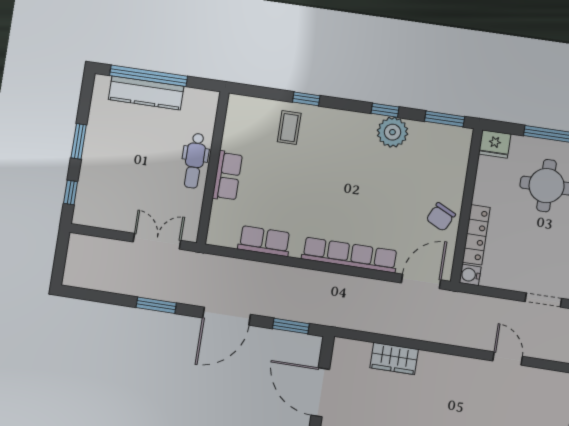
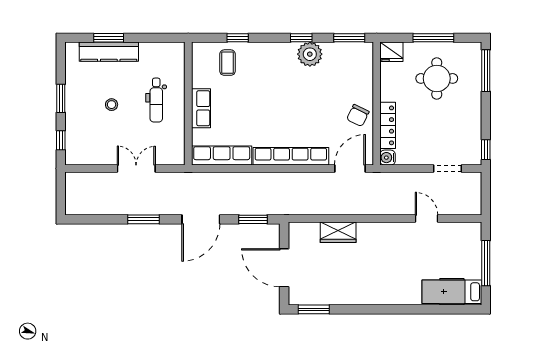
window: (149, 76) -> (109, 38), width x0.47
stool: (139, 158) -> (112, 105), added
wall: (213, 168) -> (188, 104), moved
row of seats: (227, 176) -> (201, 108), moved
row of seats: (264, 241) -> (222, 155), width x1.48

